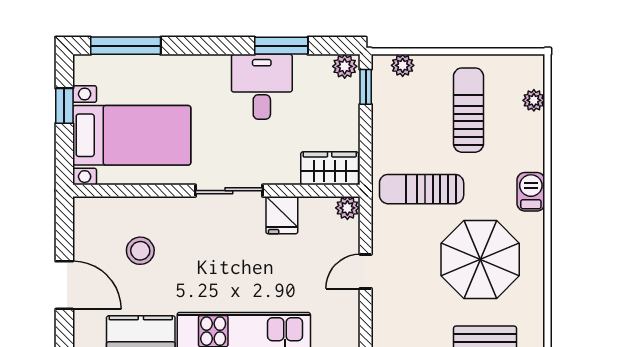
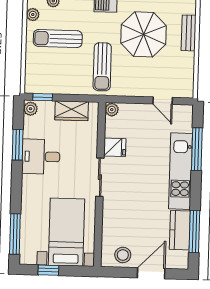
plant: (403, 65) -> (33, 15), moved
wardrobe: (330, 168) -> (72, 111), moved, turned -90
stool: (140, 251) -> (123, 255), moved
door: (366, 271) -> (163, 101), moved

